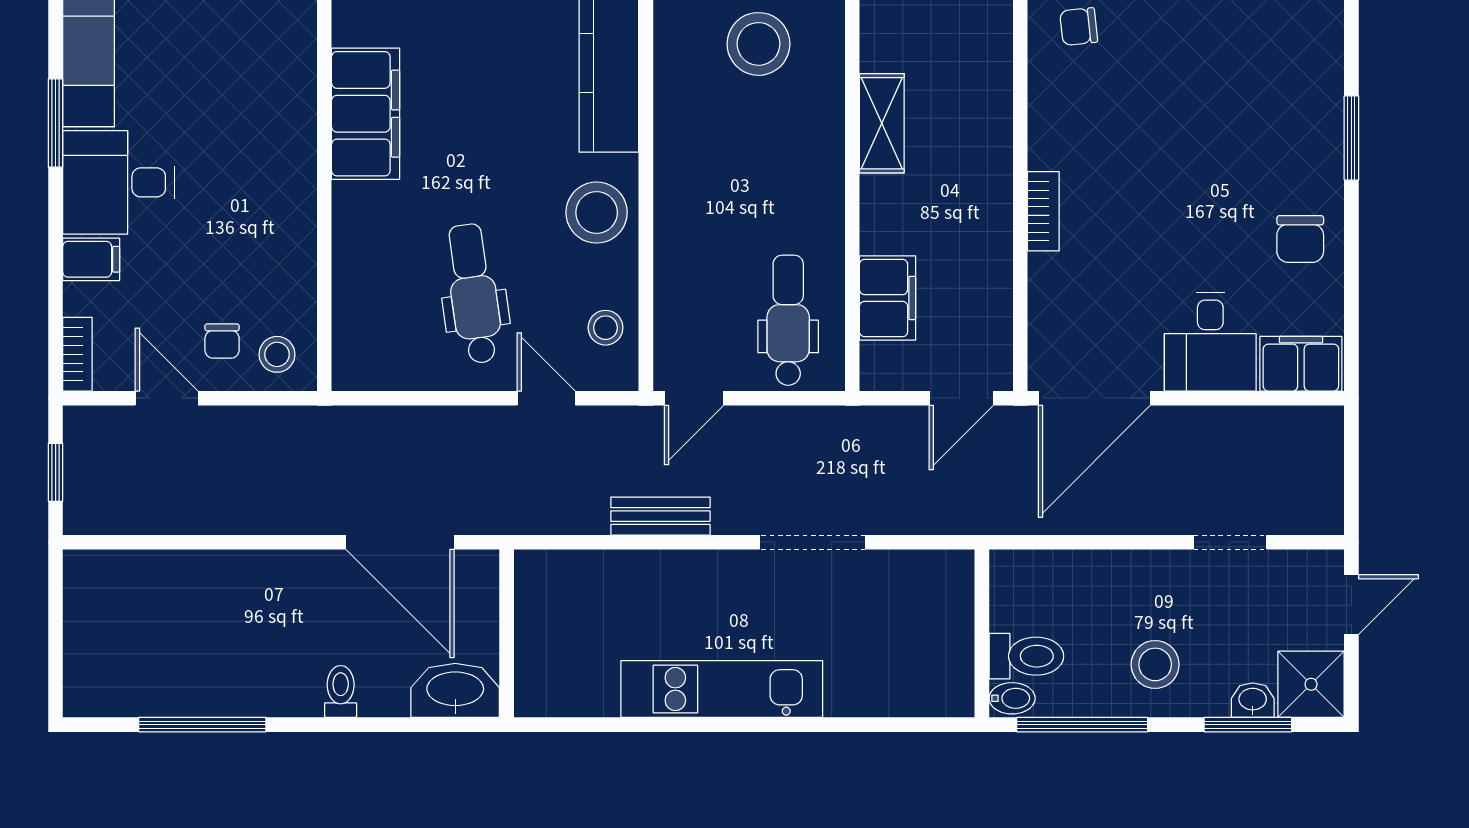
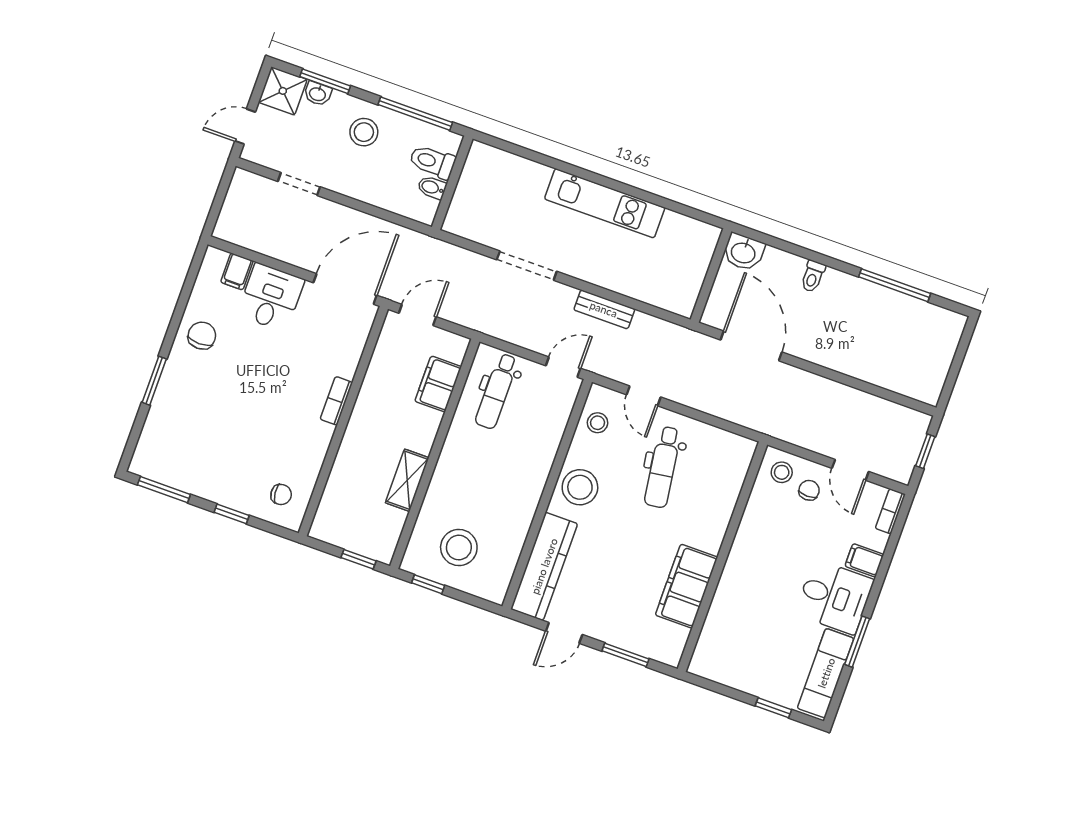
filing cabinet: (1301, 364) -> (237, 271), width x0.50
washbasin: (455, 690) -> (743, 252), width x0.72
bidet: (1012, 698) -> (432, 188), moved

